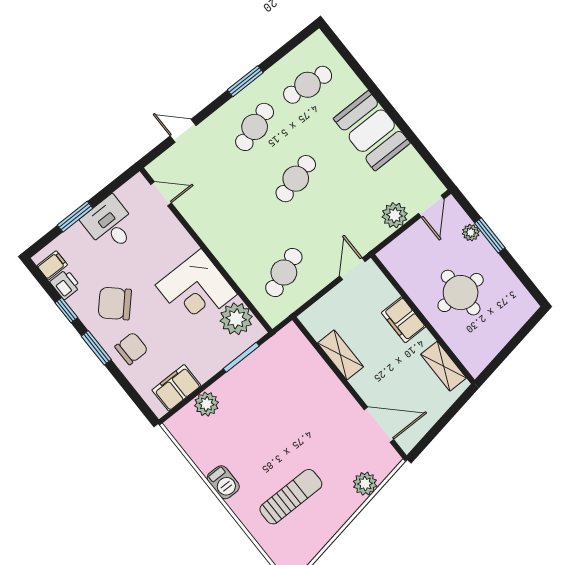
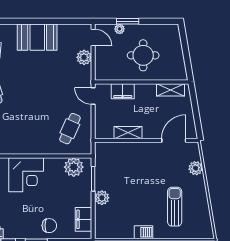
cafe table: (296, 179) -> (31, 89), removed
cafe table: (284, 272) -> (70, 129), turned 45
corner desk: (196, 290) -> (26, 175), moved
chair: (115, 303) -> (23, 217), removed
filing cabinet: (403, 320) -> (123, 91), moved
chair: (131, 348) -> (49, 226), turned 90
plant: (206, 404) -> (102, 198), moved

